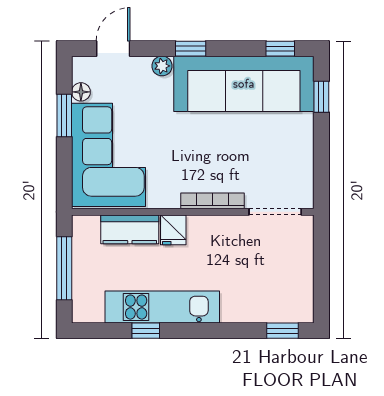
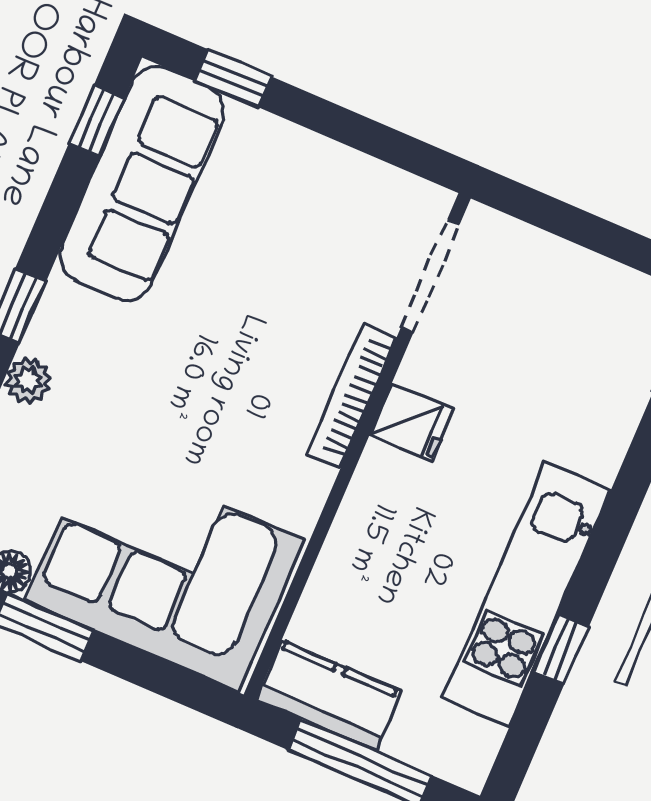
sofa: (244, 84) -> (142, 183), width x0.74, depth x0.79
kitchen counter: (130, 229) -> (329, 695), moved, turned -90
fridge: (173, 230) -> (412, 422), moved

